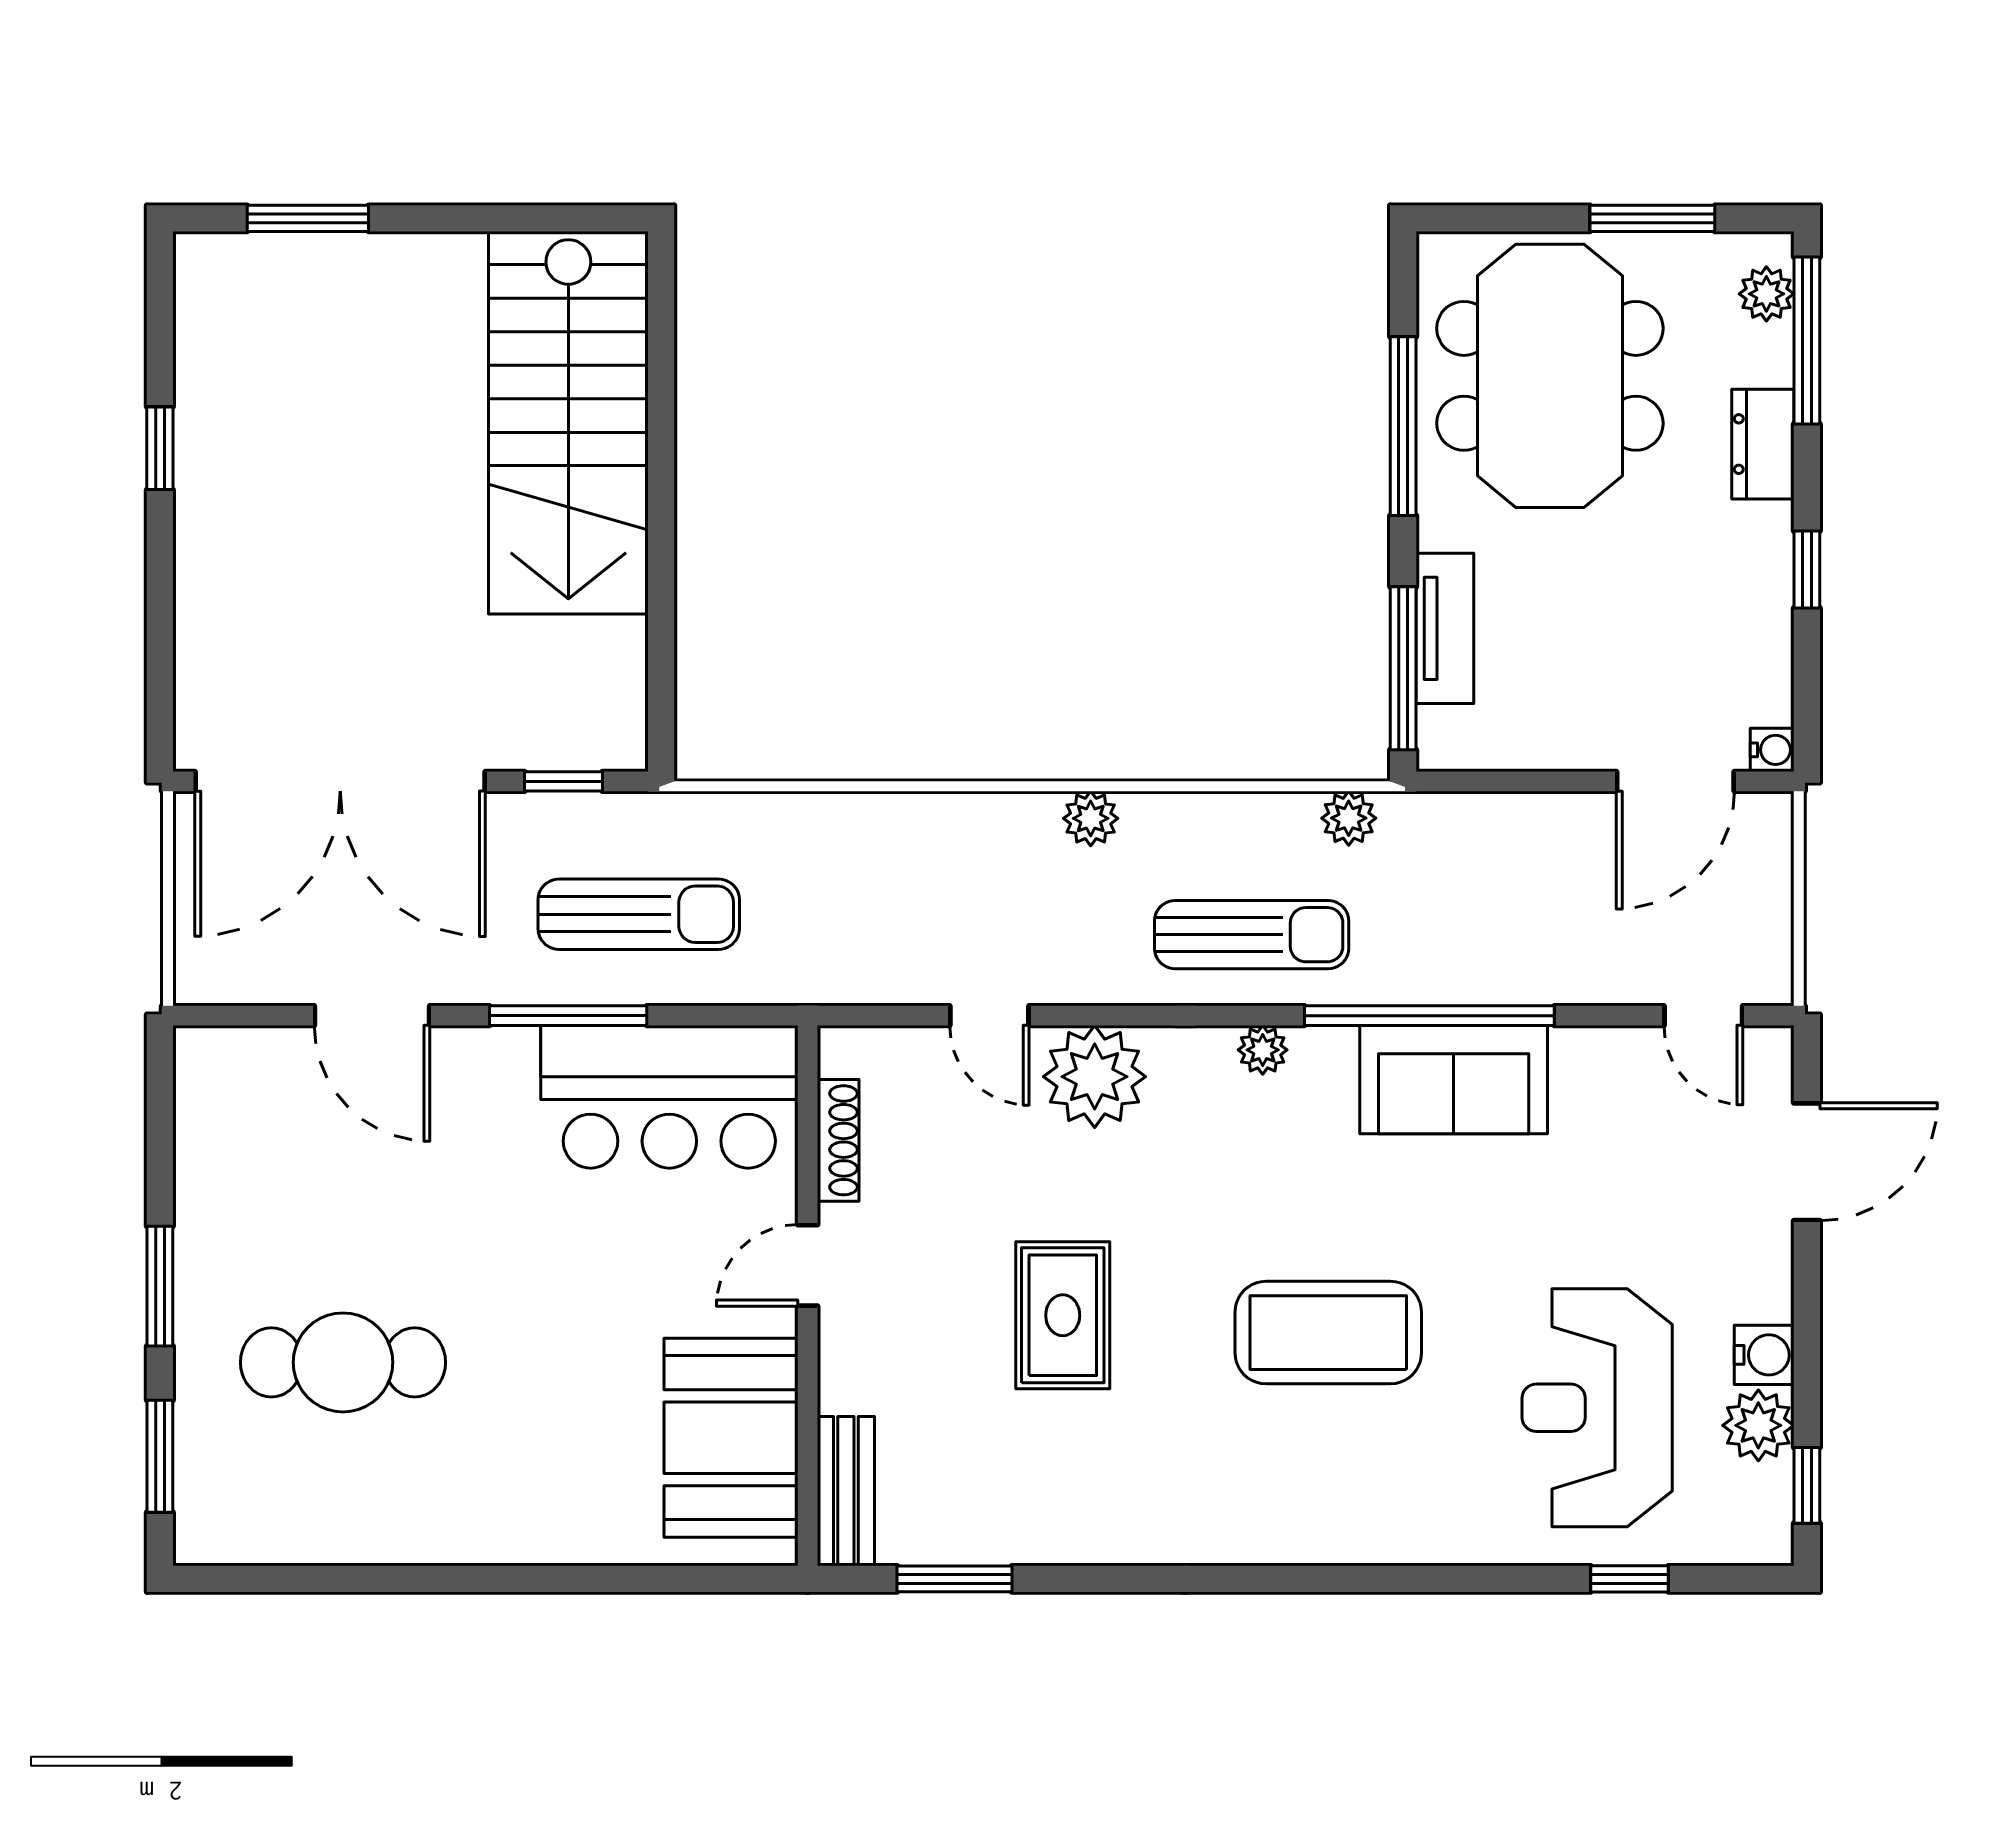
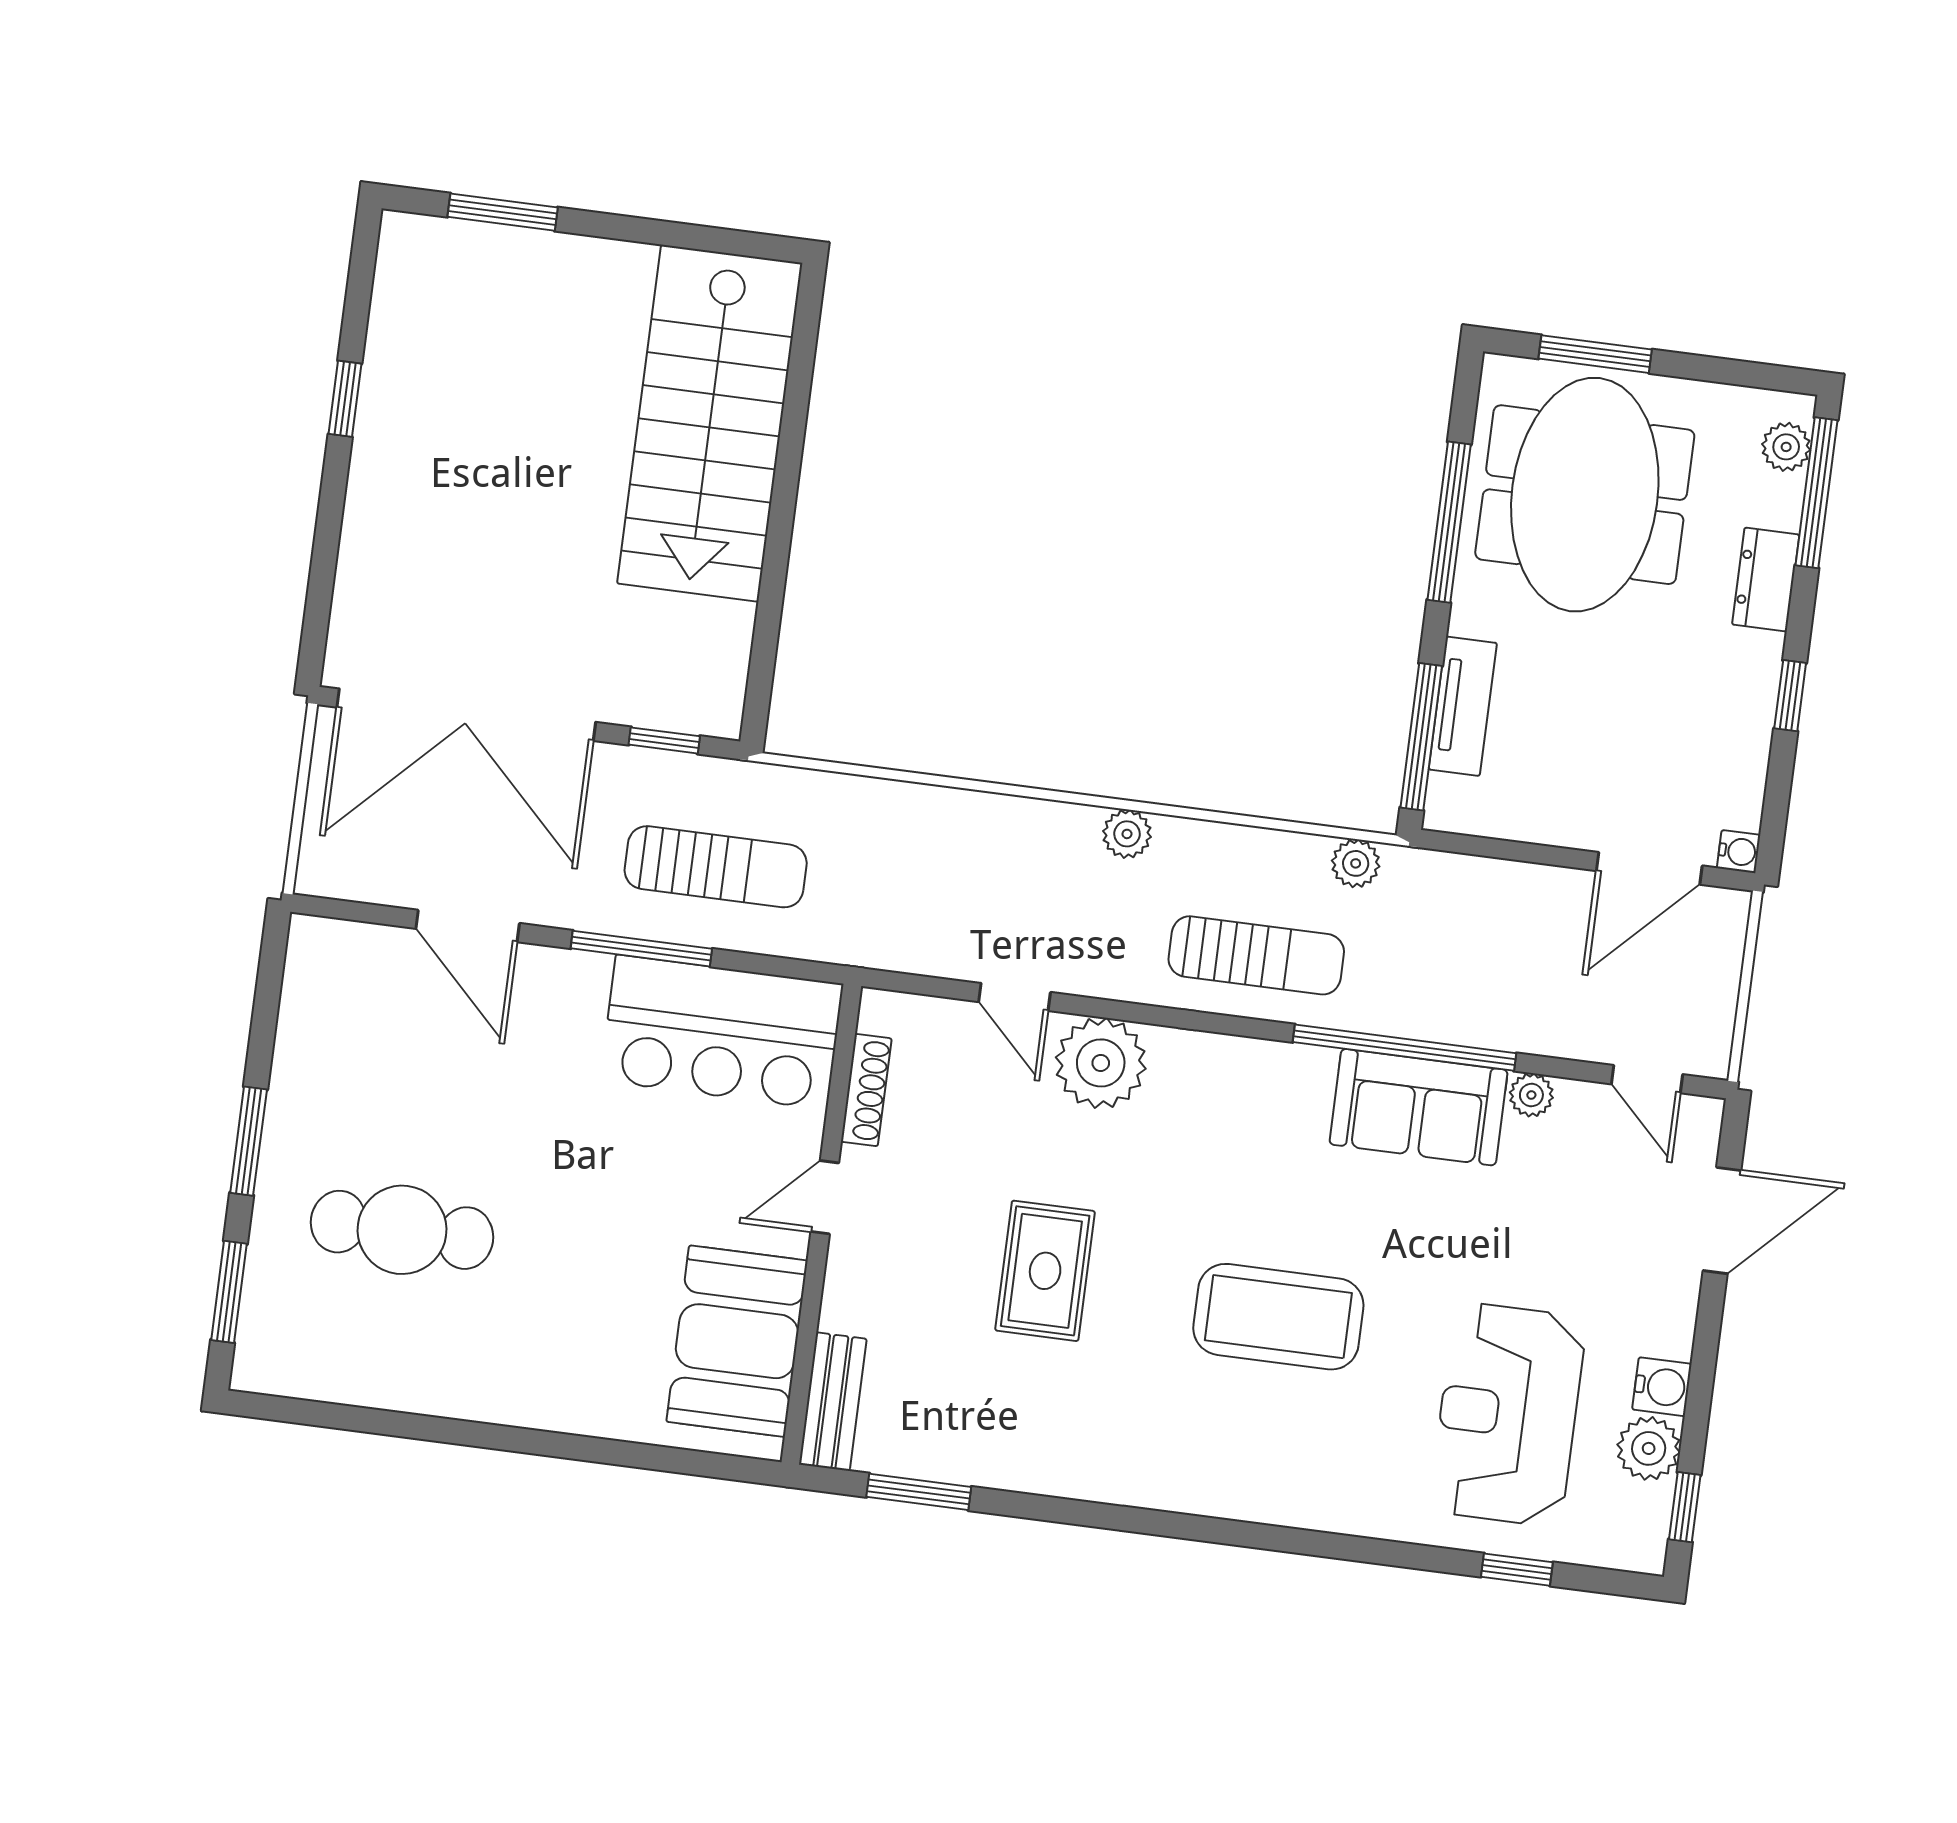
window: (1652, 218) -> (1595, 354), moved
plant: (1263, 1050) -> (1531, 1095), moved

